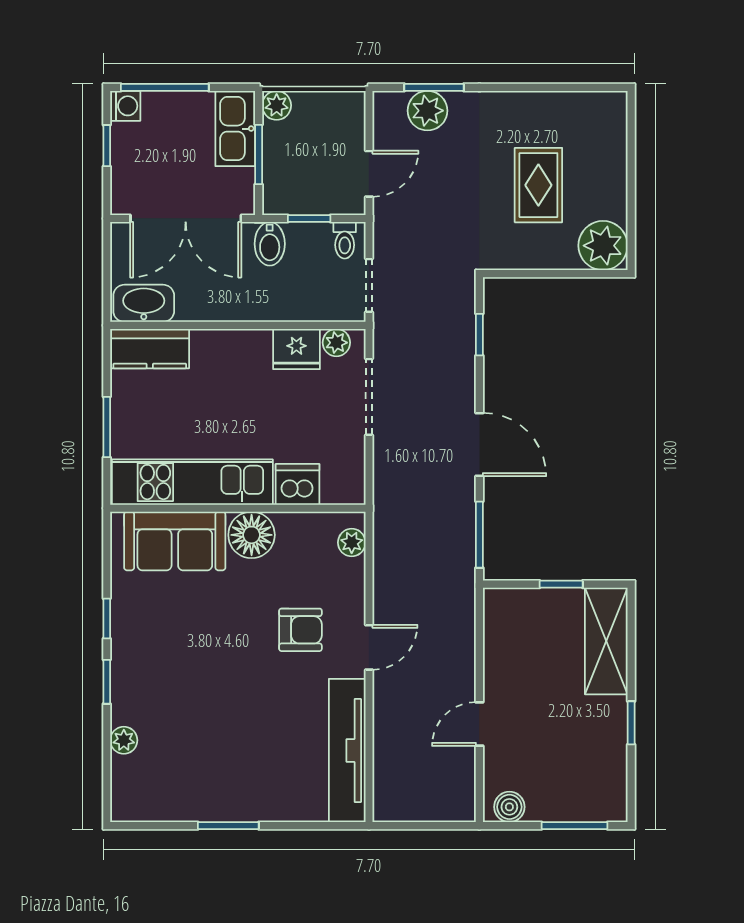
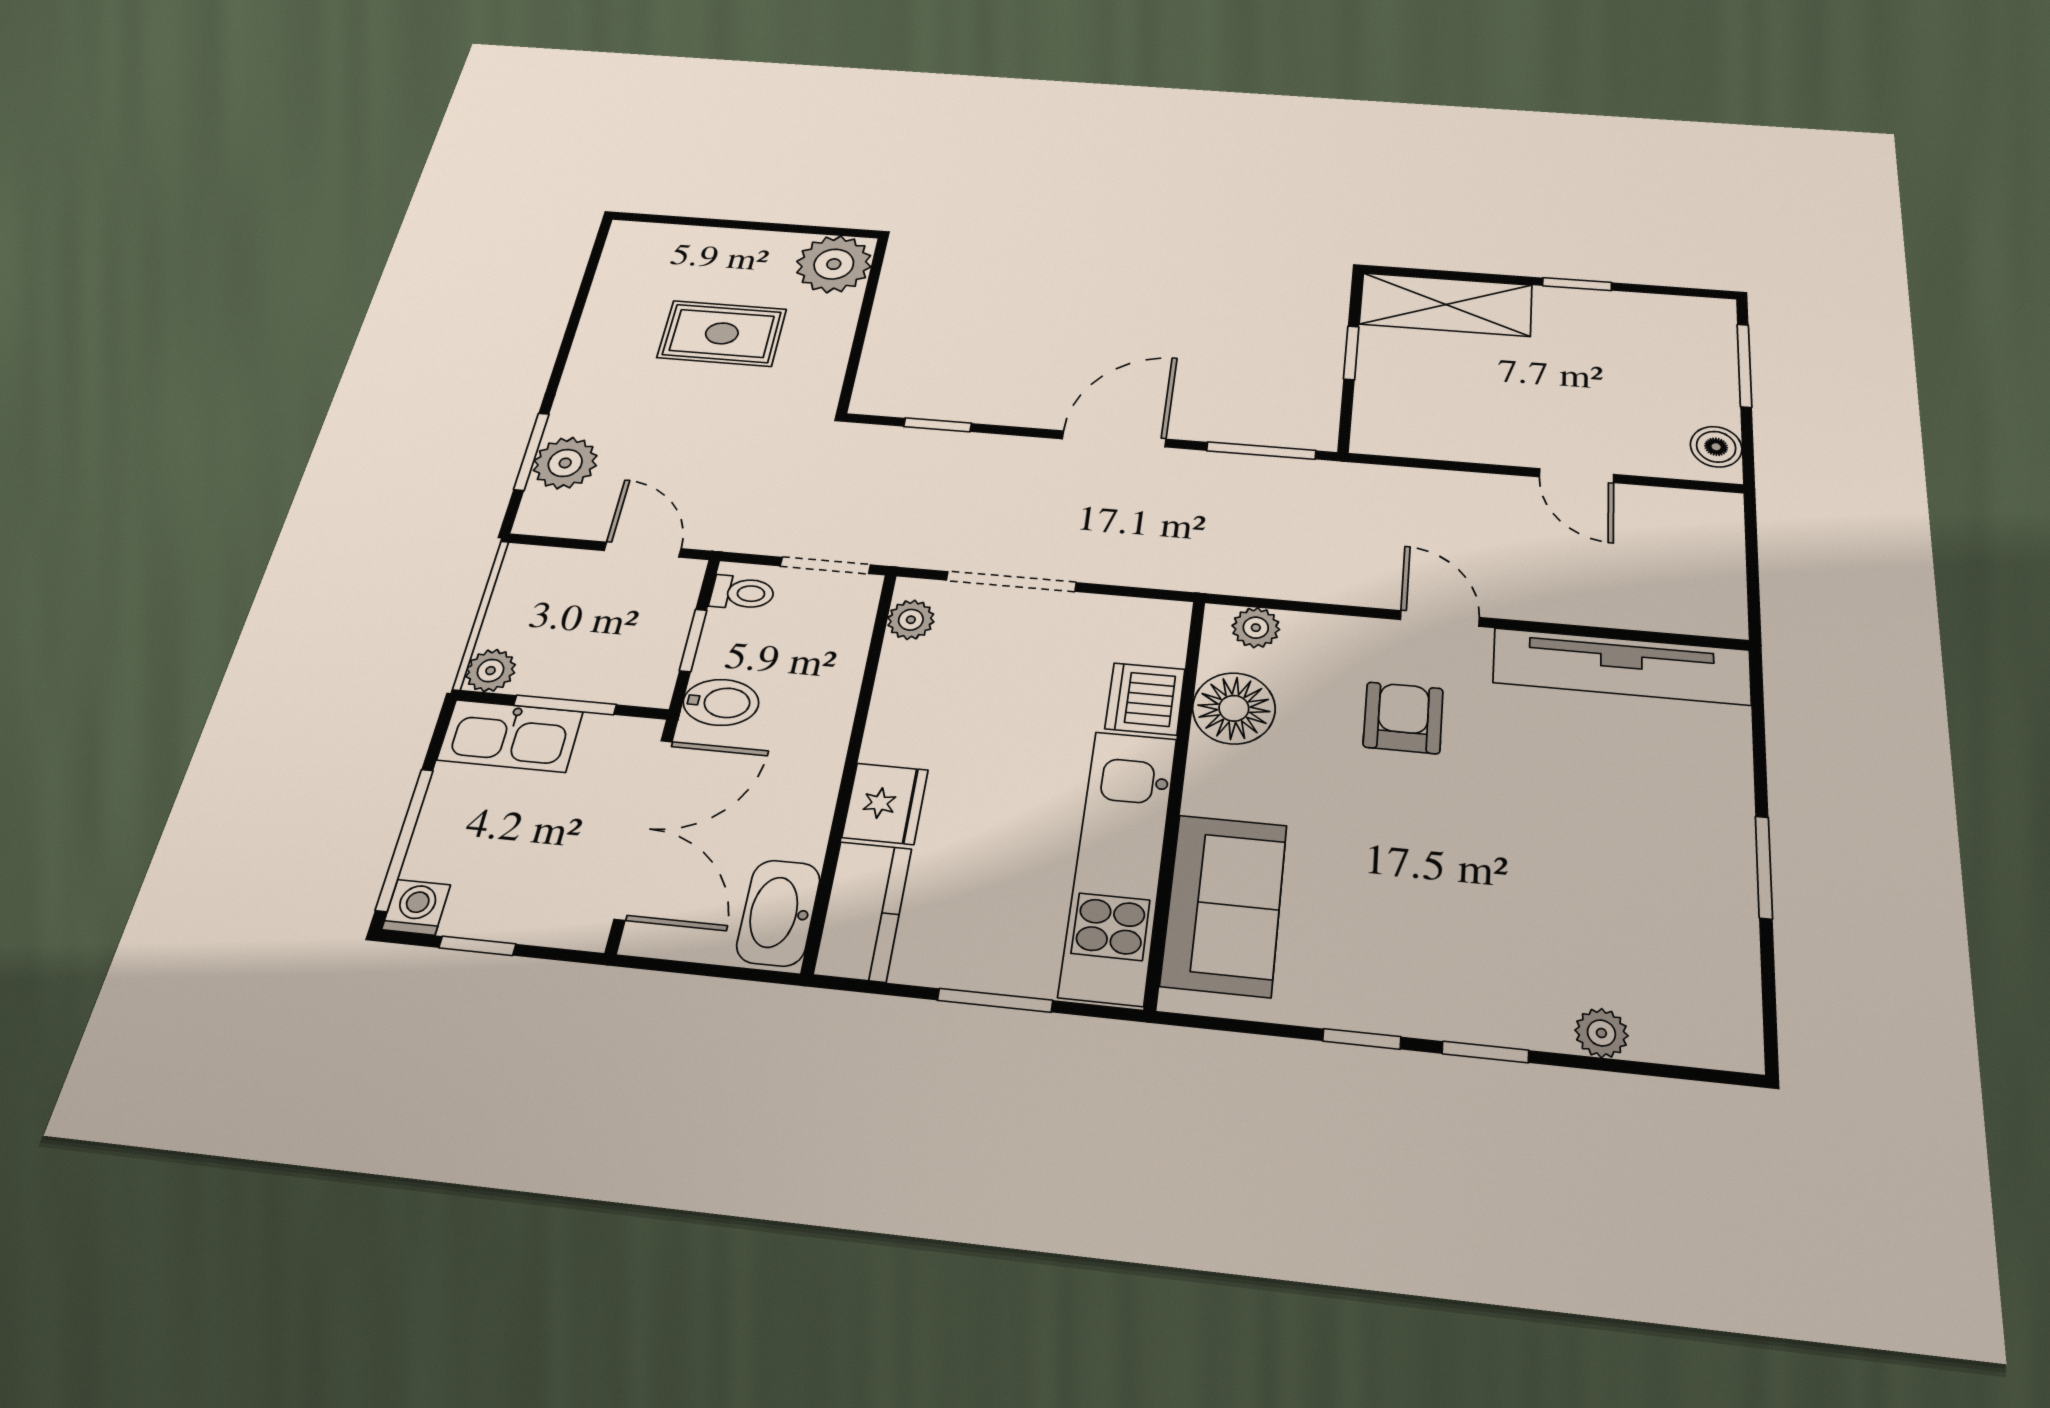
fridge: (296, 349) -> (885, 804), moved
floor lamp: (252, 535) -> (1234, 708), moved

